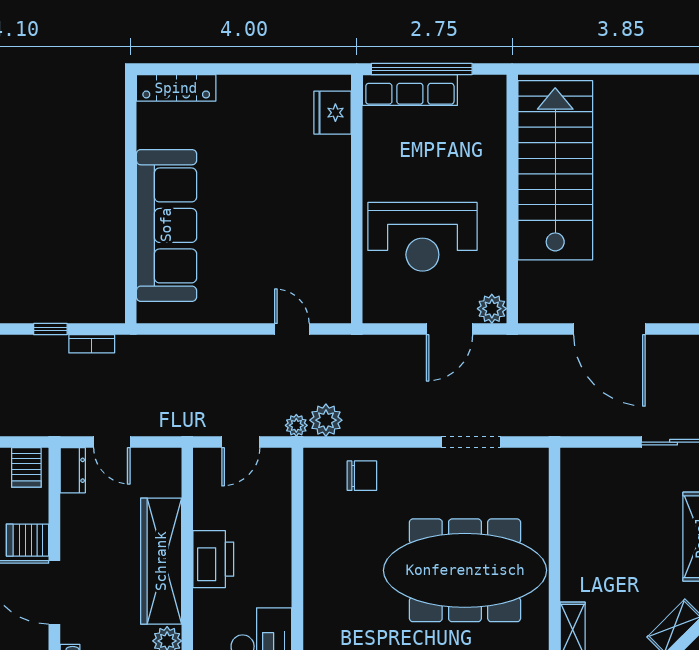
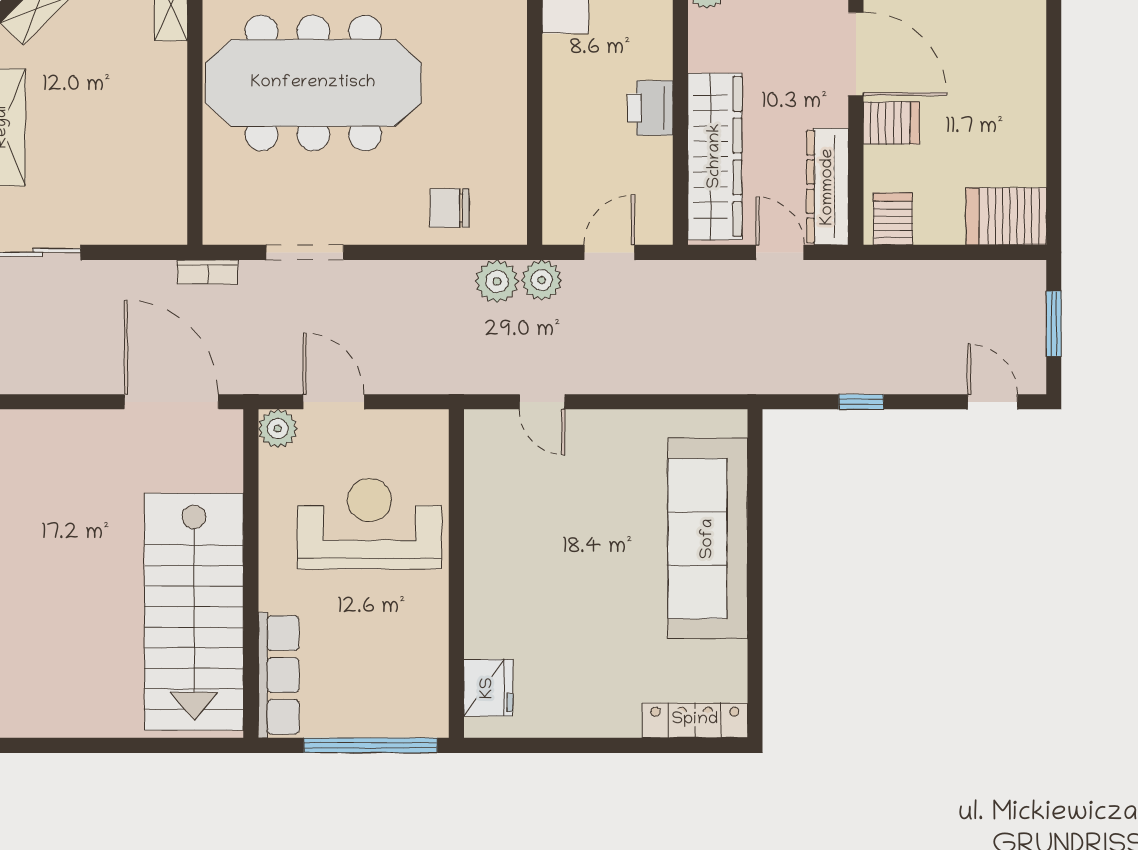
row of seats: (410, 90) -> (279, 675), moved, turned 90
door: (450, 329) -> (334, 402), hinge flipped
door: (609, 329) -> (171, 402), moved
bookcase: (92, 344) -> (208, 272), moved, turned 180
plant: (296, 425) -> (542, 280), width x1.38, depth x1.38
dresser: (73, 470) -> (828, 187), width x1.96, depth x1.24
printer: (213, 559) -> (650, 108), width x0.73, depth x0.84
wardrobe: (161, 561) -> (715, 156), moved

